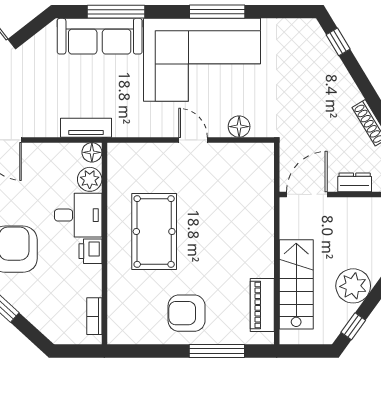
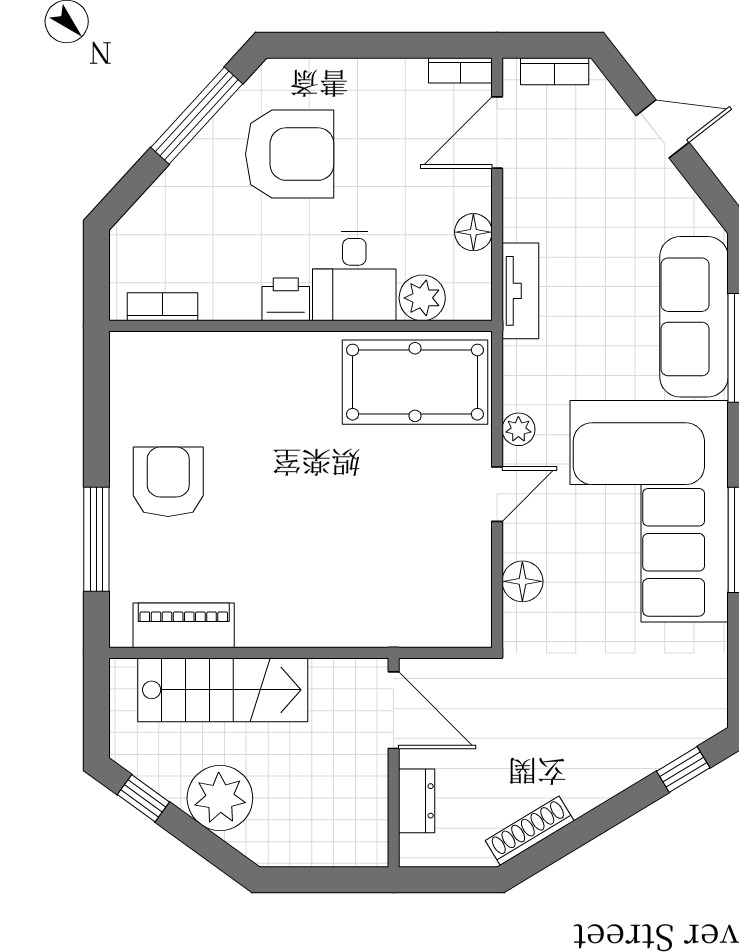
plant: (159, 129) -> (518, 429), added
floor lamp: (92, 152) -> (473, 232), moved
pool table: (154, 231) -> (415, 382), moved

